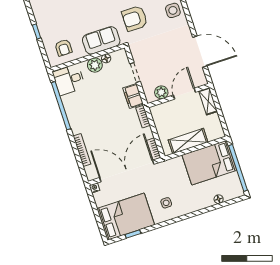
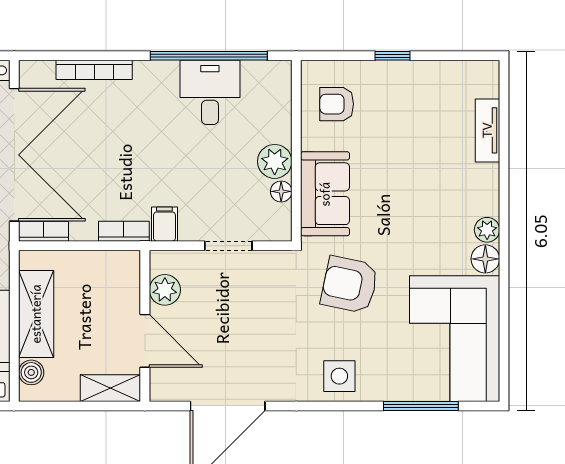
armchair: (135, 18) -> (350, 285), turned -78
desk: (69, 80) -> (210, 92), moved
filing cabinet: (133, 96) -> (164, 224), width x0.50
boiler: (212, 135) -> (31, 372), added

